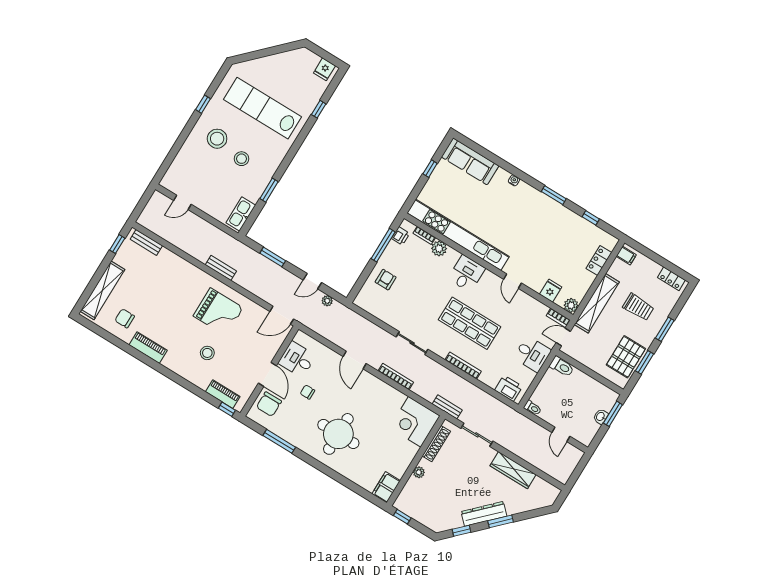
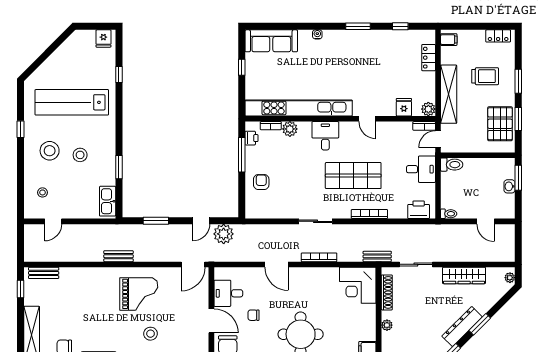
stool: (188, 171) -> (42, 192), added
plant: (327, 301) -> (224, 234), width x1.88, depth x1.88
plant: (552, 497) -> (510, 278), added

